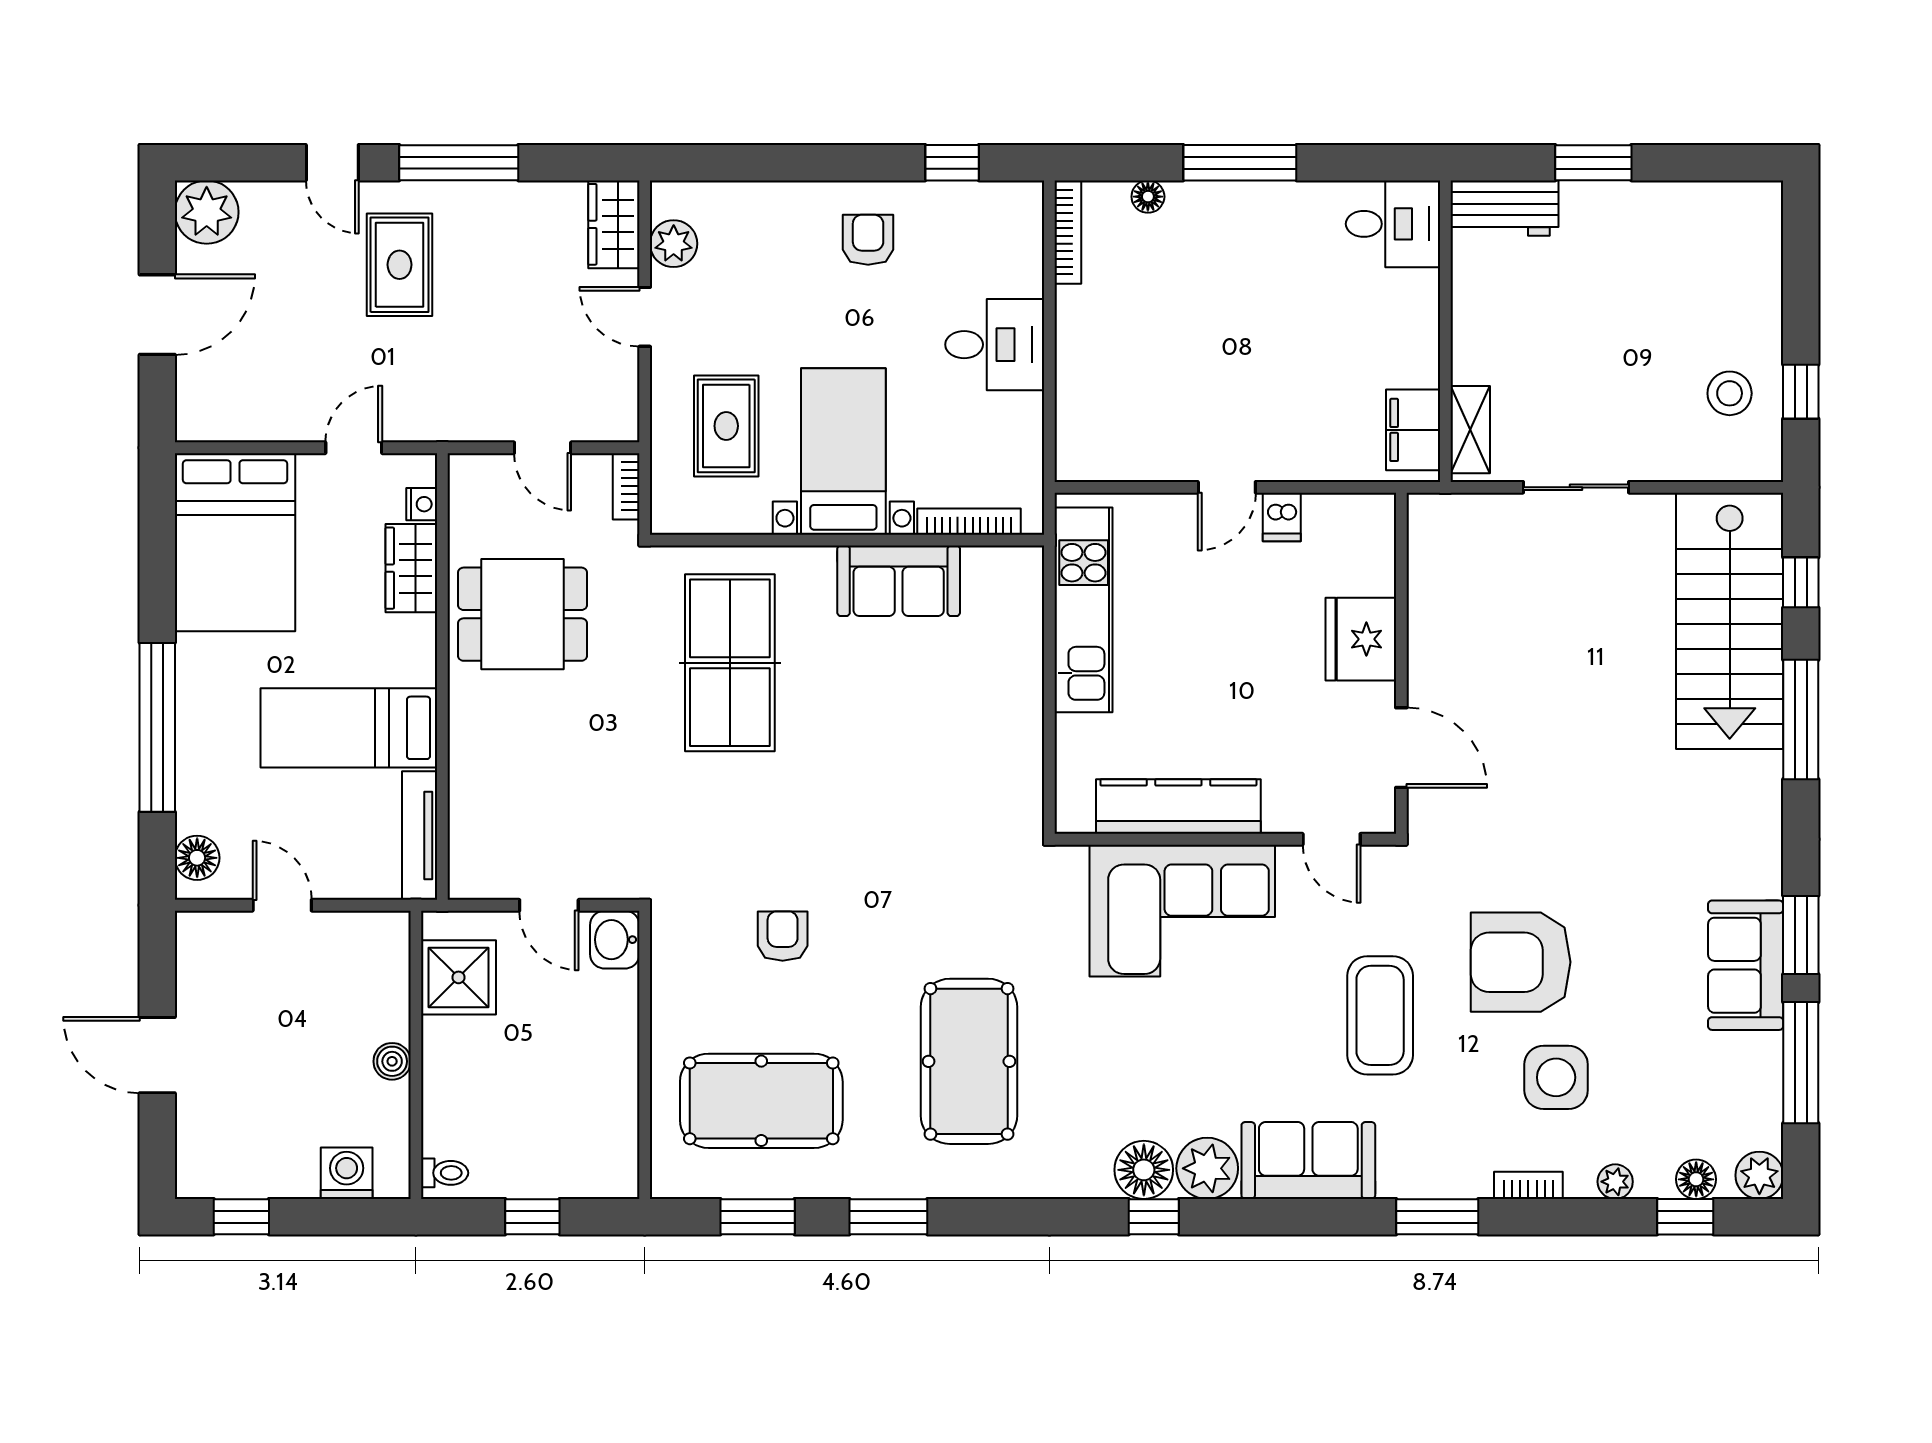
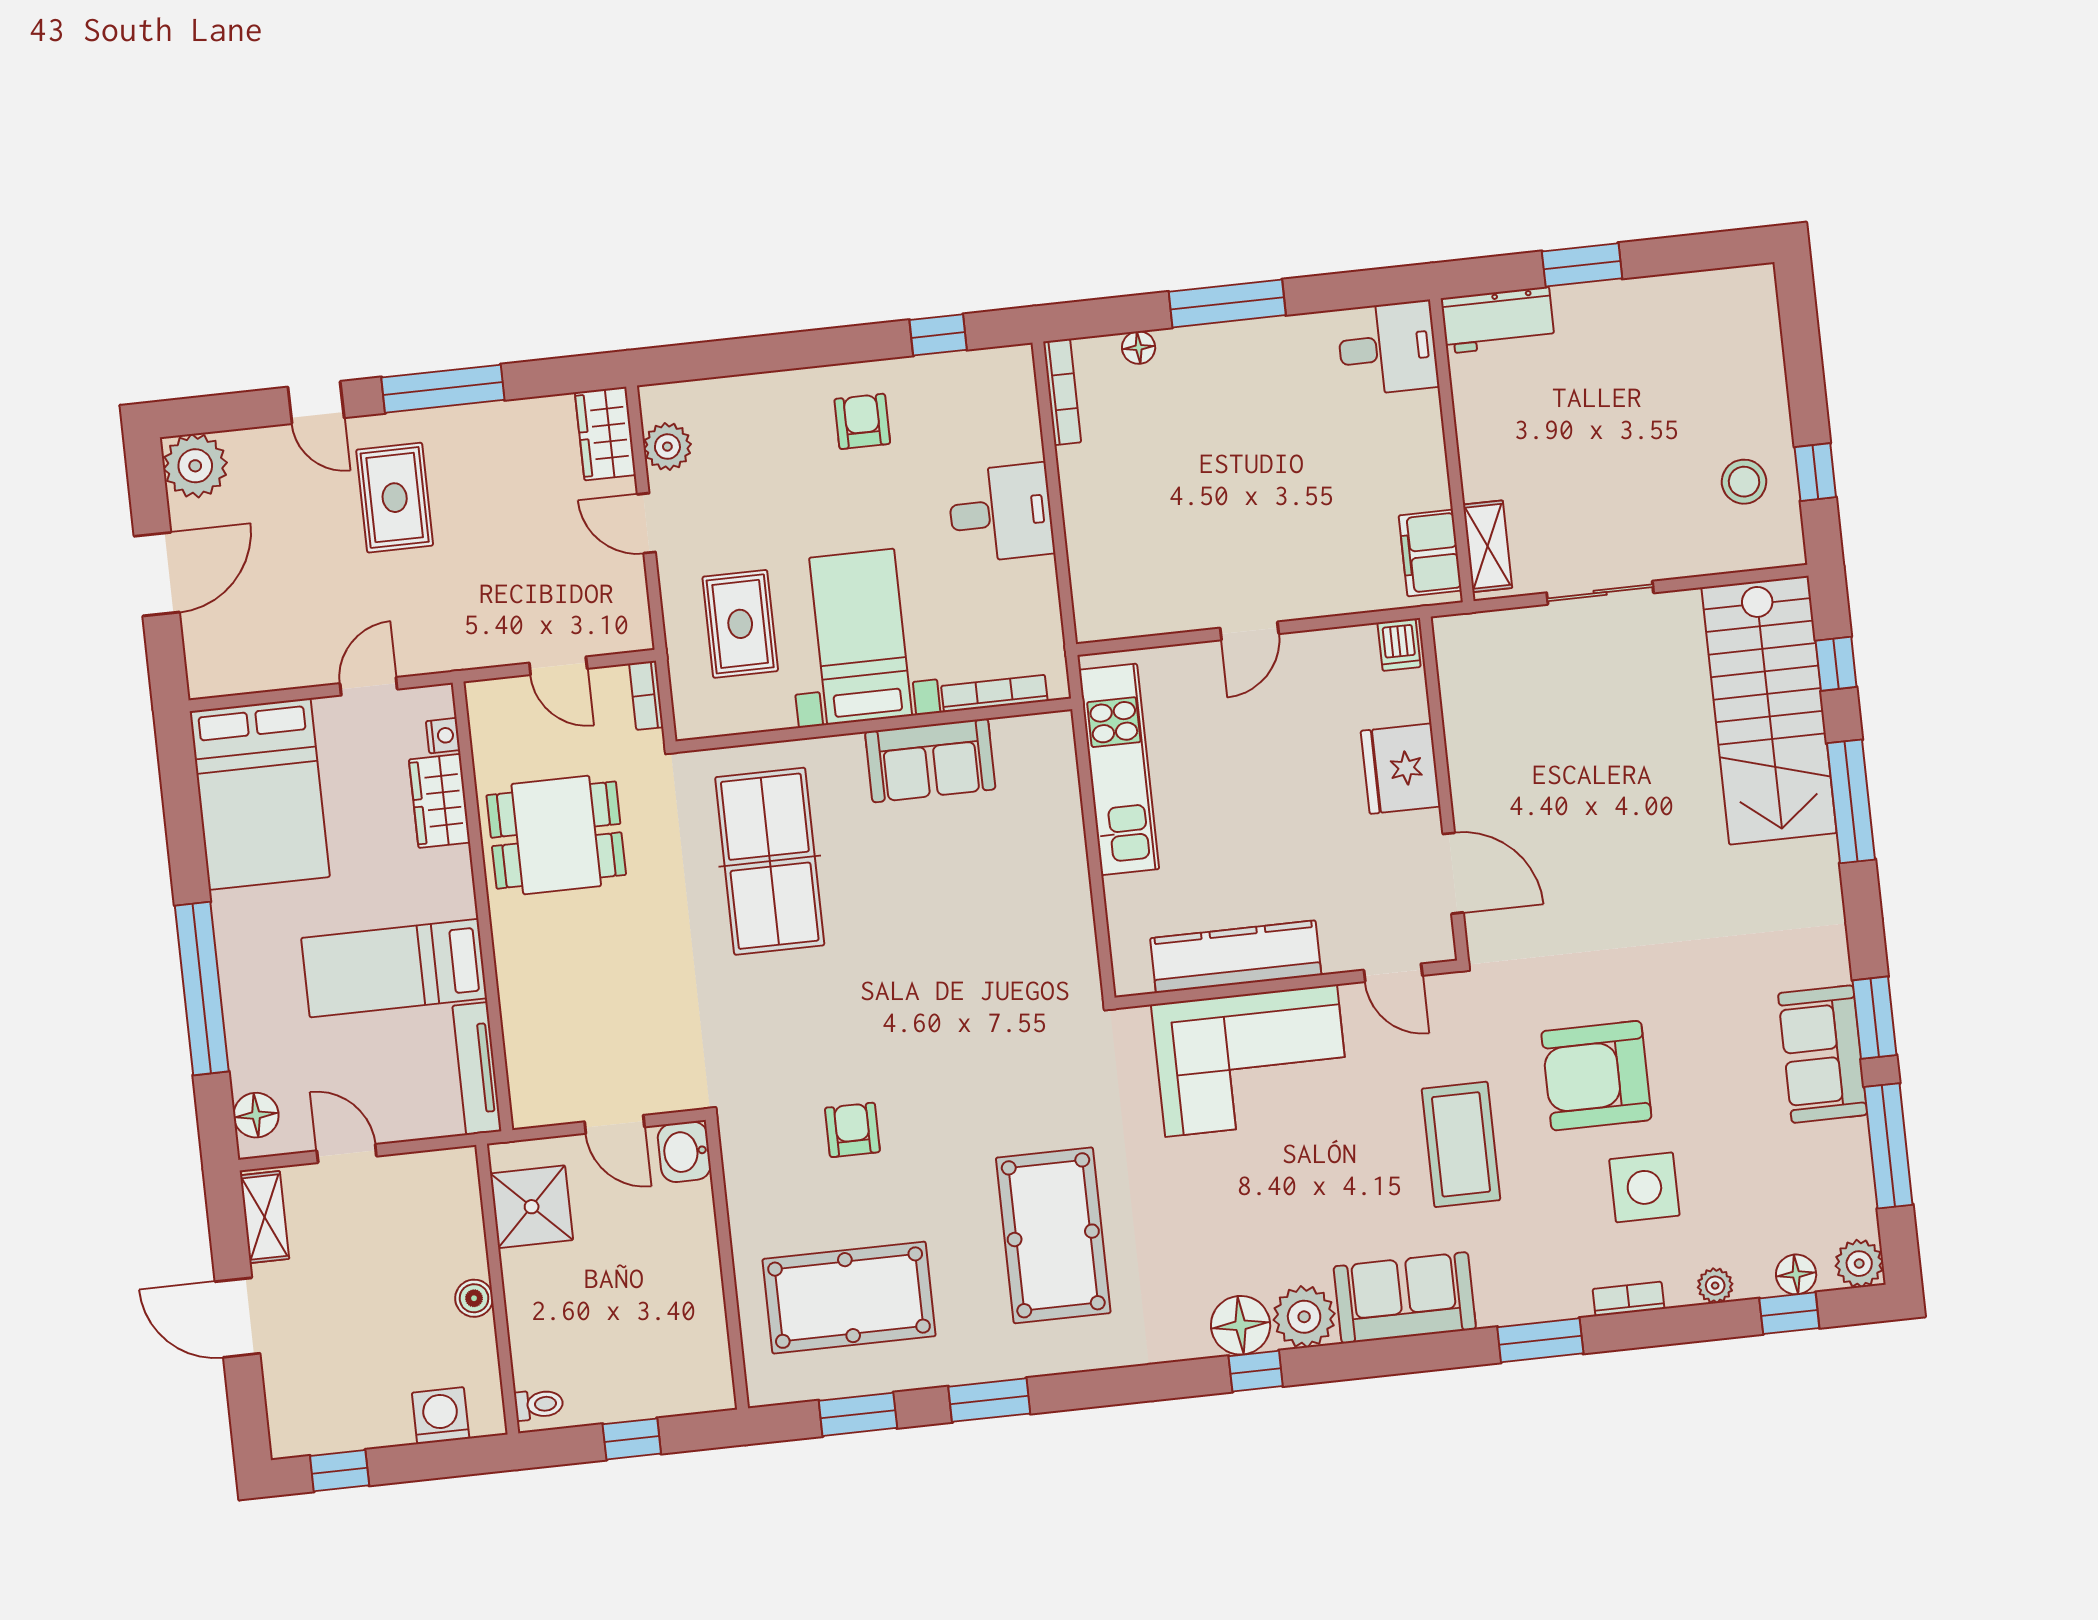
dishwasher: (1282, 517) -> (1399, 645), moved
shelving: (195, 959) -> (265, 1217), added

